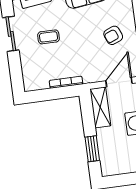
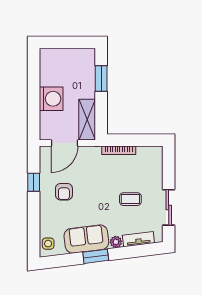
armchair: (113, 35) -> (64, 192), turned 112

